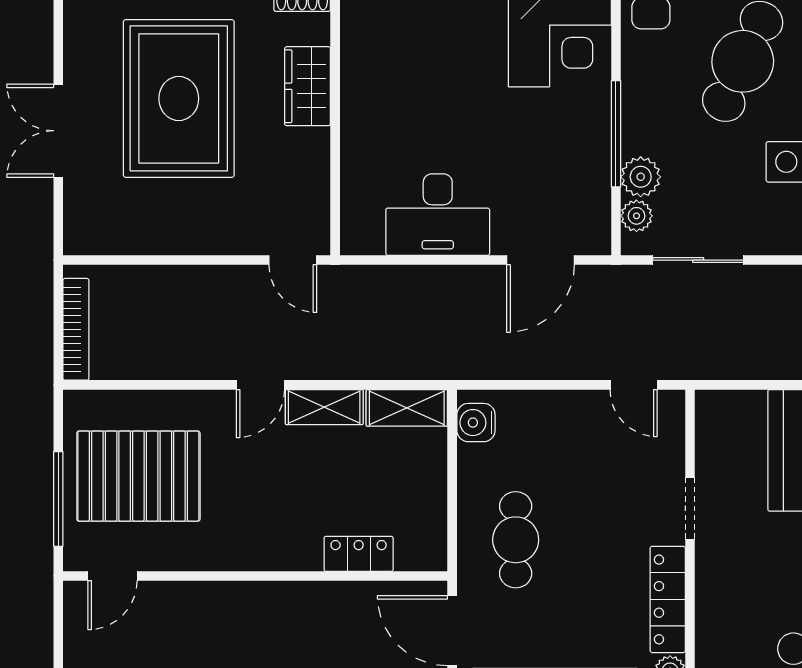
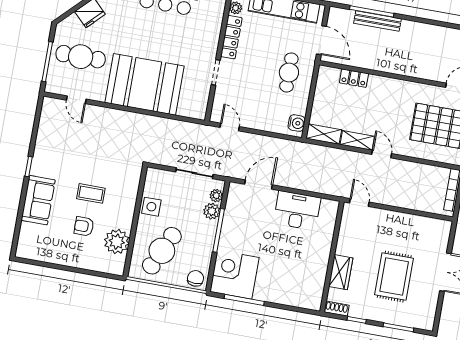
rug: (179, 98) -> (394, 277), width x0.73, depth x0.69
door: (260, 385) -> (382, 154), hinge flipped

